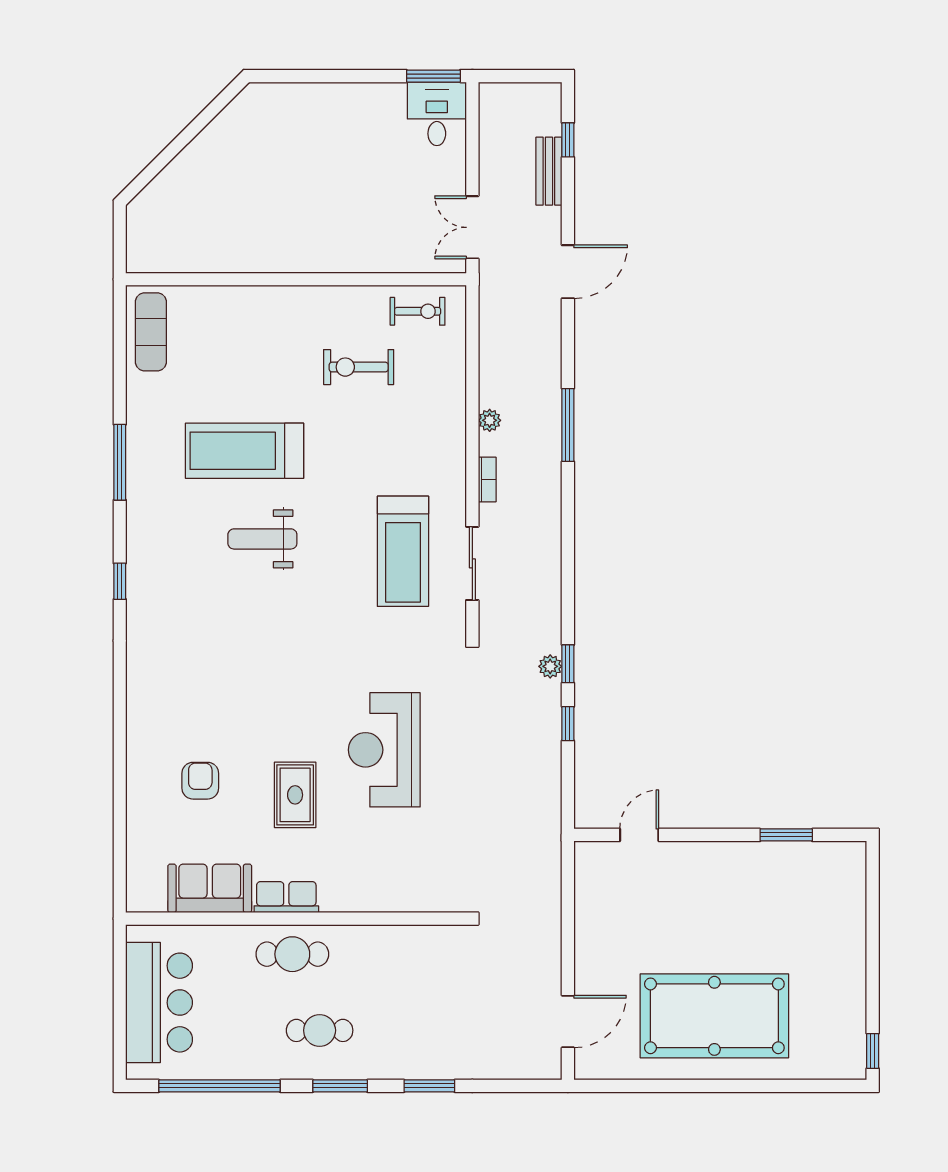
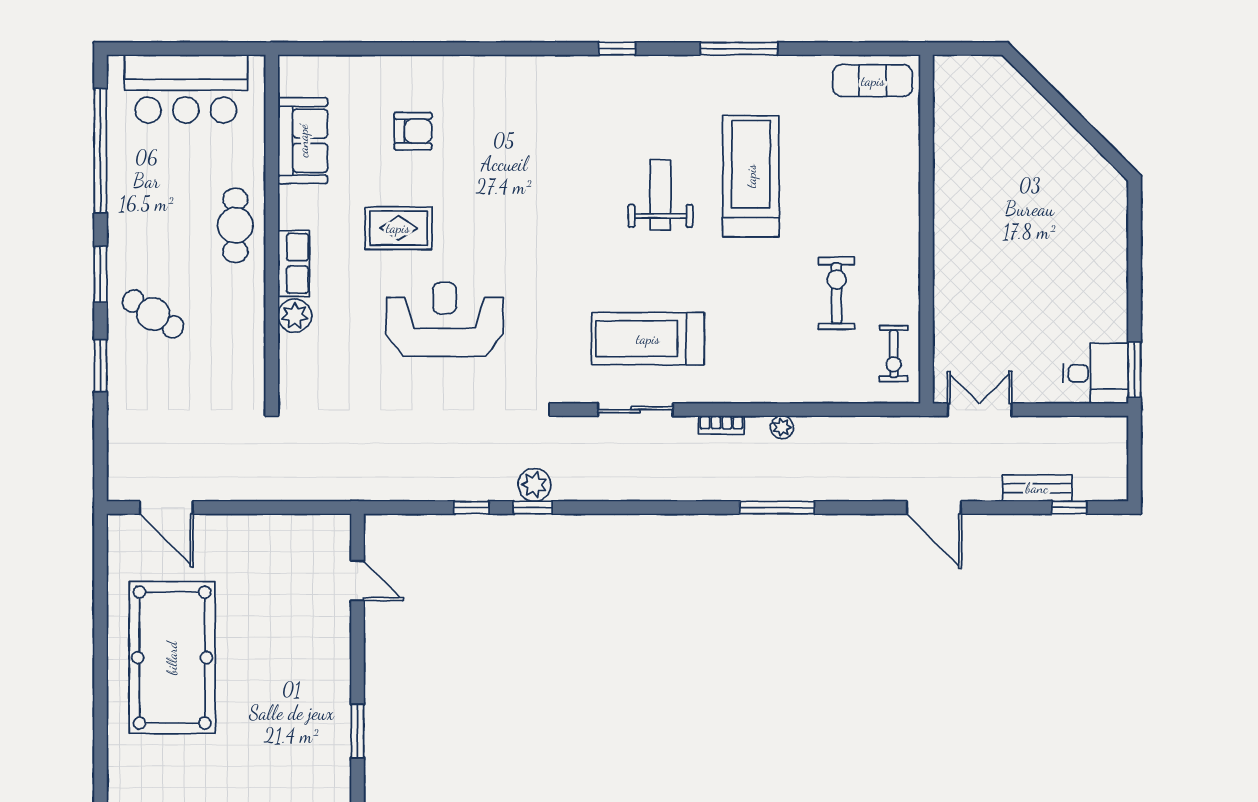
plant: (550, 666) -> (534, 485), width x1.38, depth x1.38
plant: (381, 896) -> (295, 316), added
row of seats: (286, 897) -> (294, 263), moved
cafe table: (320, 1030) -> (153, 314), moved, turned -57

